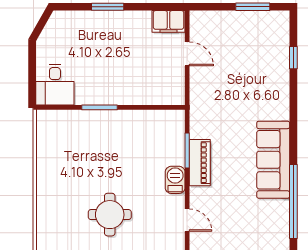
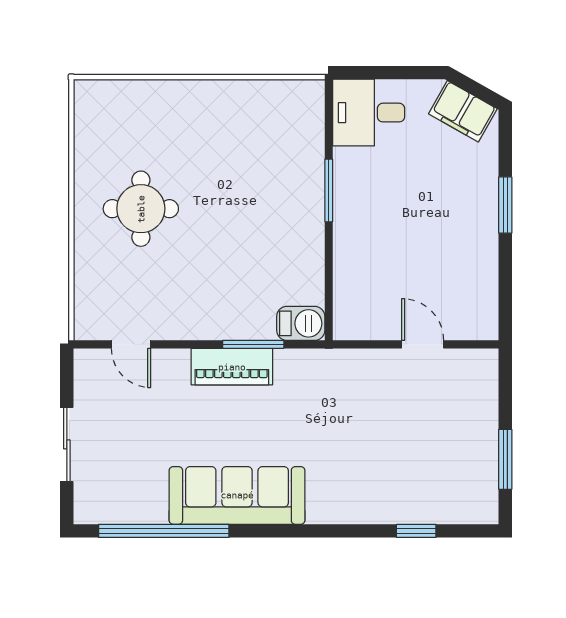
filing cabinet: (168, 21) -> (463, 111), moved, turned -61
door: (187, 54) -> (423, 344), swing flipped
barbecue: (175, 180) -> (301, 323), moved
door: (187, 220) -> (131, 344), hinge flipped

